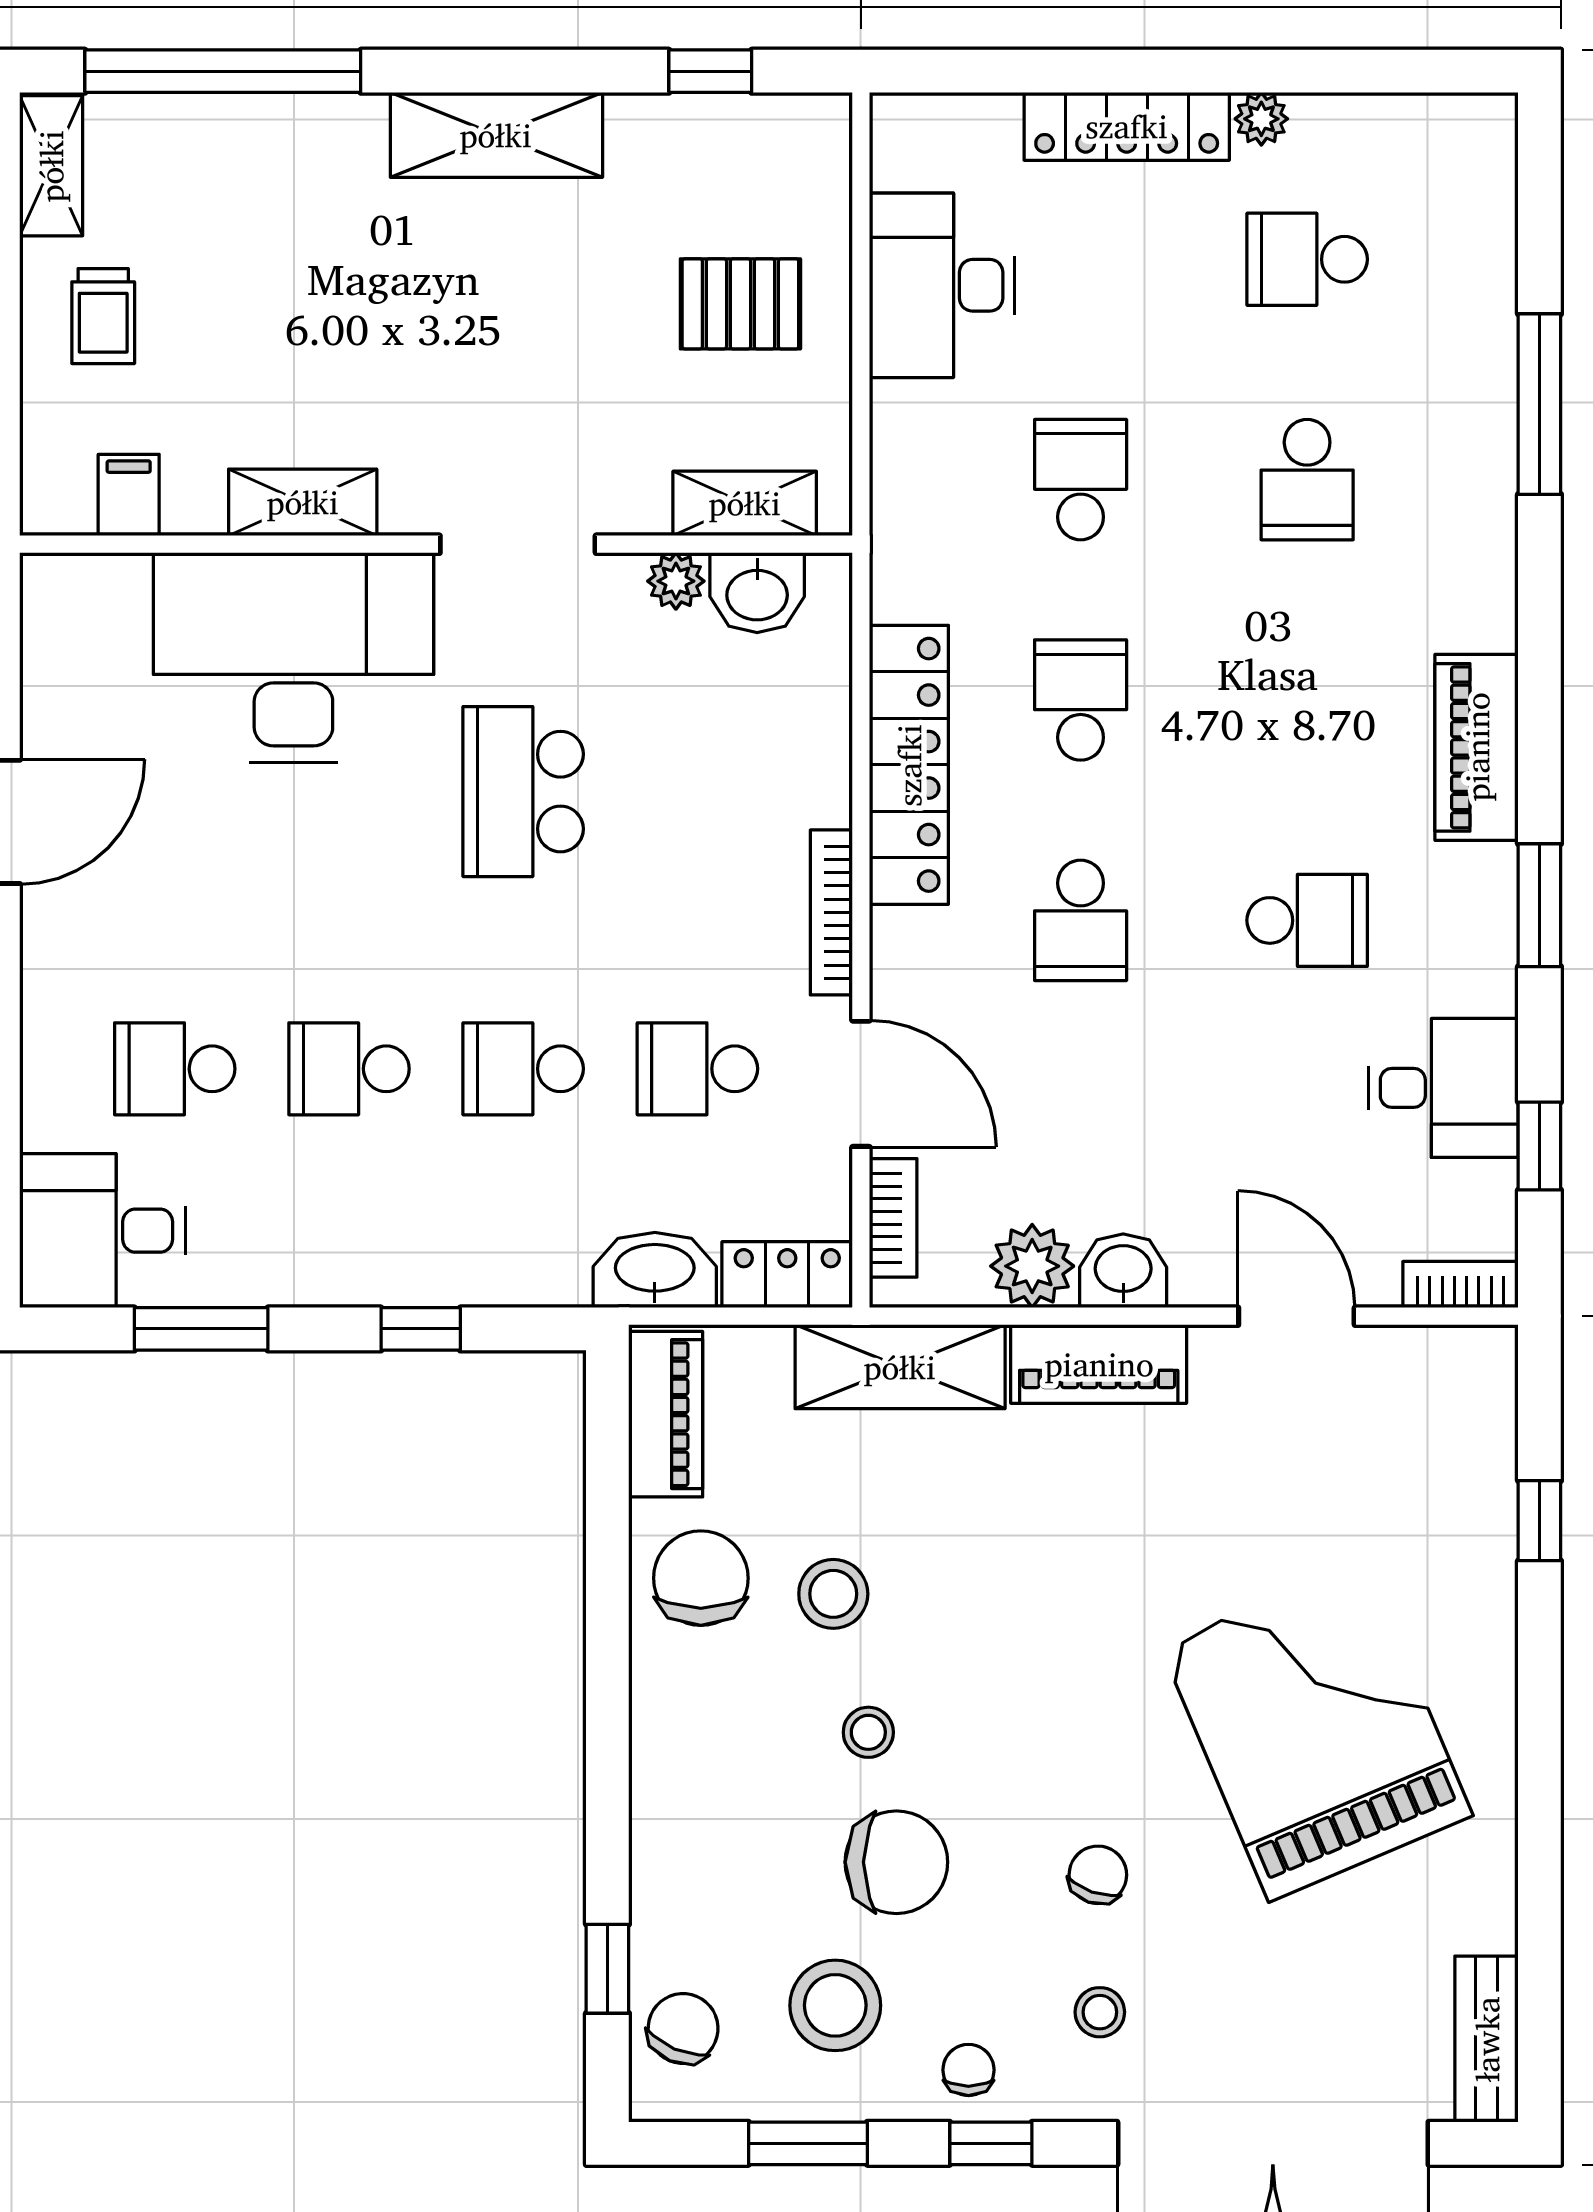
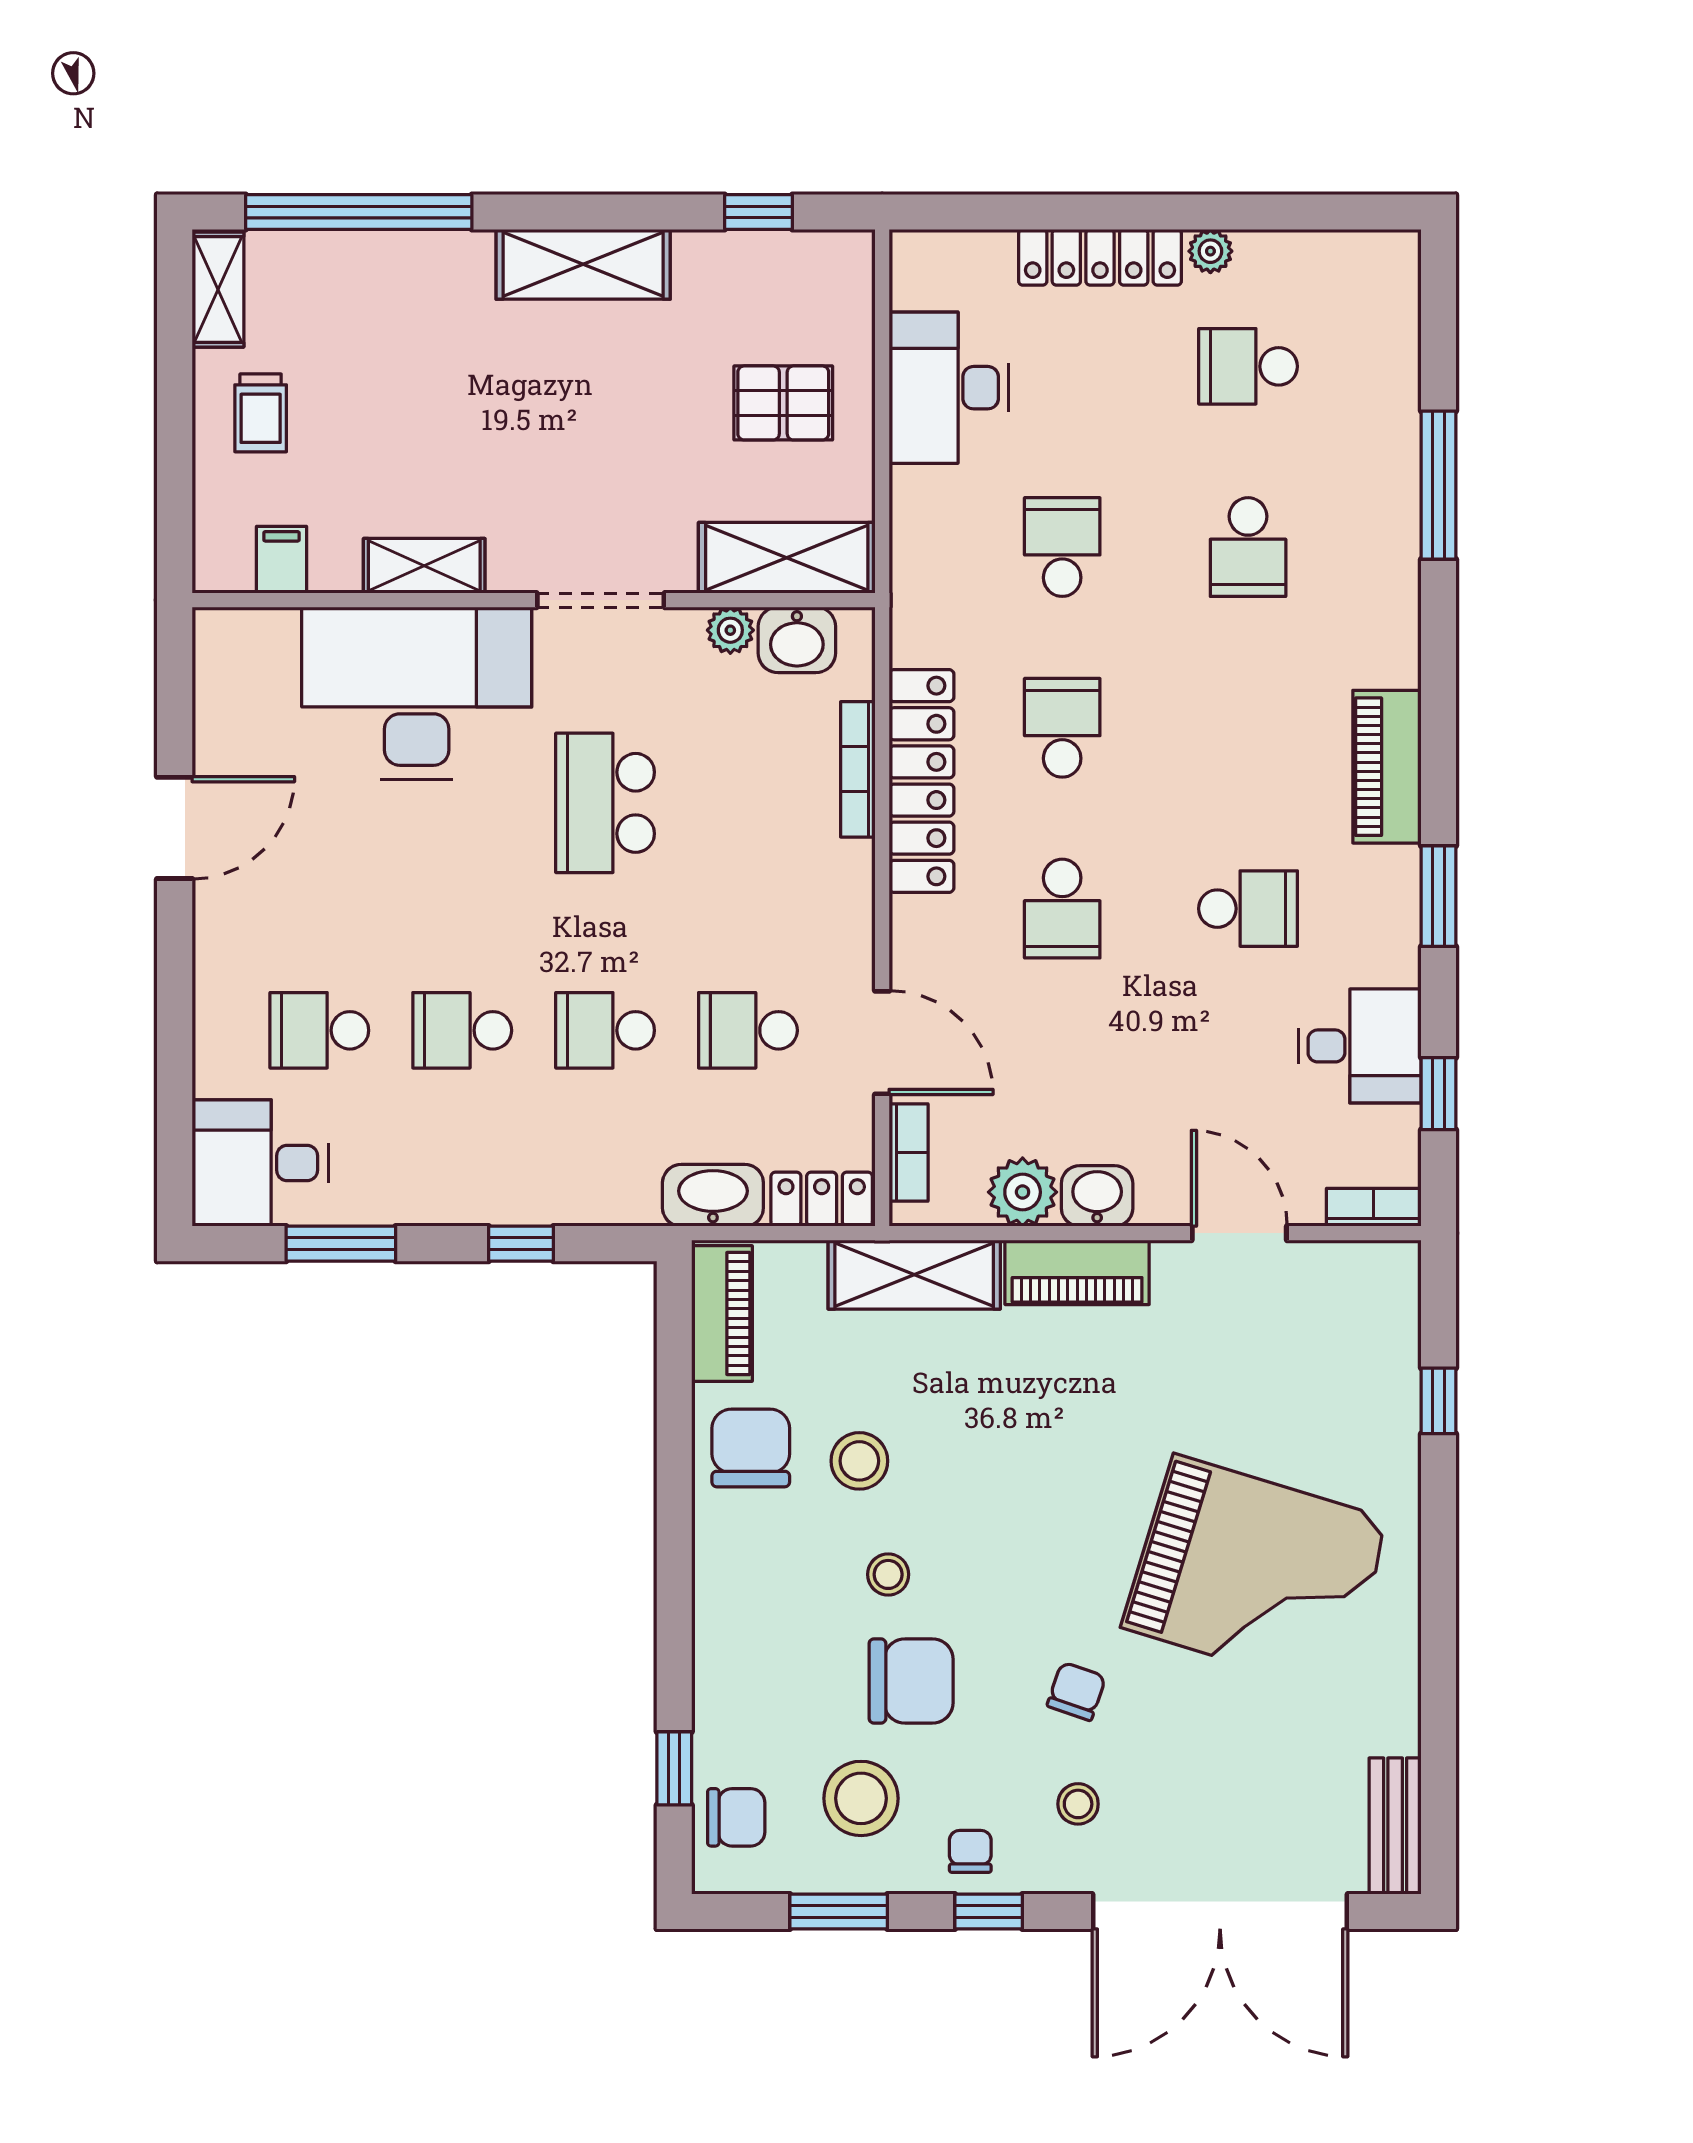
shelving: (745, 503) -> (787, 558), width x1.50, depth x1.33
bookcase: (831, 912) -> (858, 769), moved
grand piano: (1317, 1731) -> (1256, 1573), turned 130
chair: (683, 2028) -> (736, 1817), turned 67

